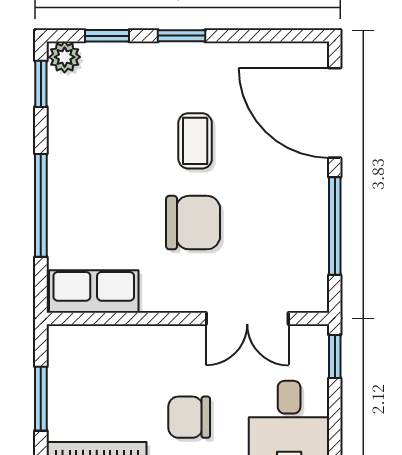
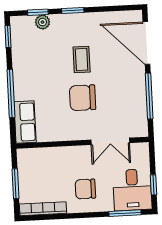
plant: (65, 57) -> (42, 22), moved
chair: (193, 223) -> (83, 98), turned 180
row of seats: (94, 291) -> (25, 122), moved, turned 90
window: (335, 356) -> (154, 185), moved

